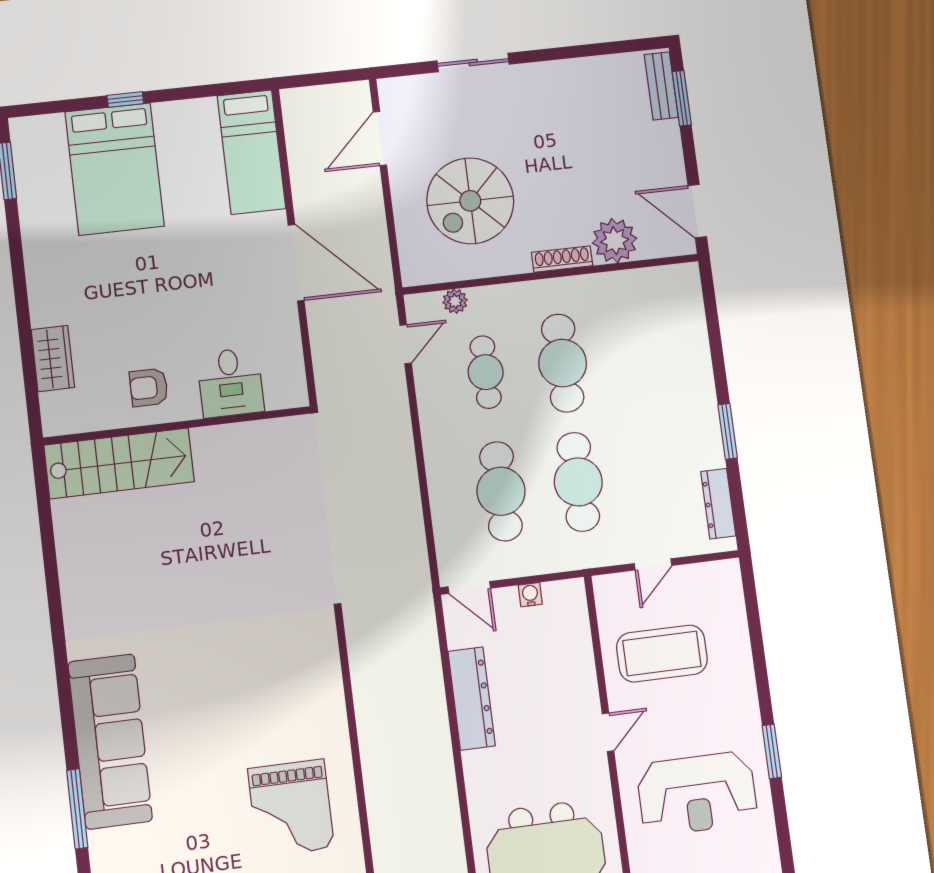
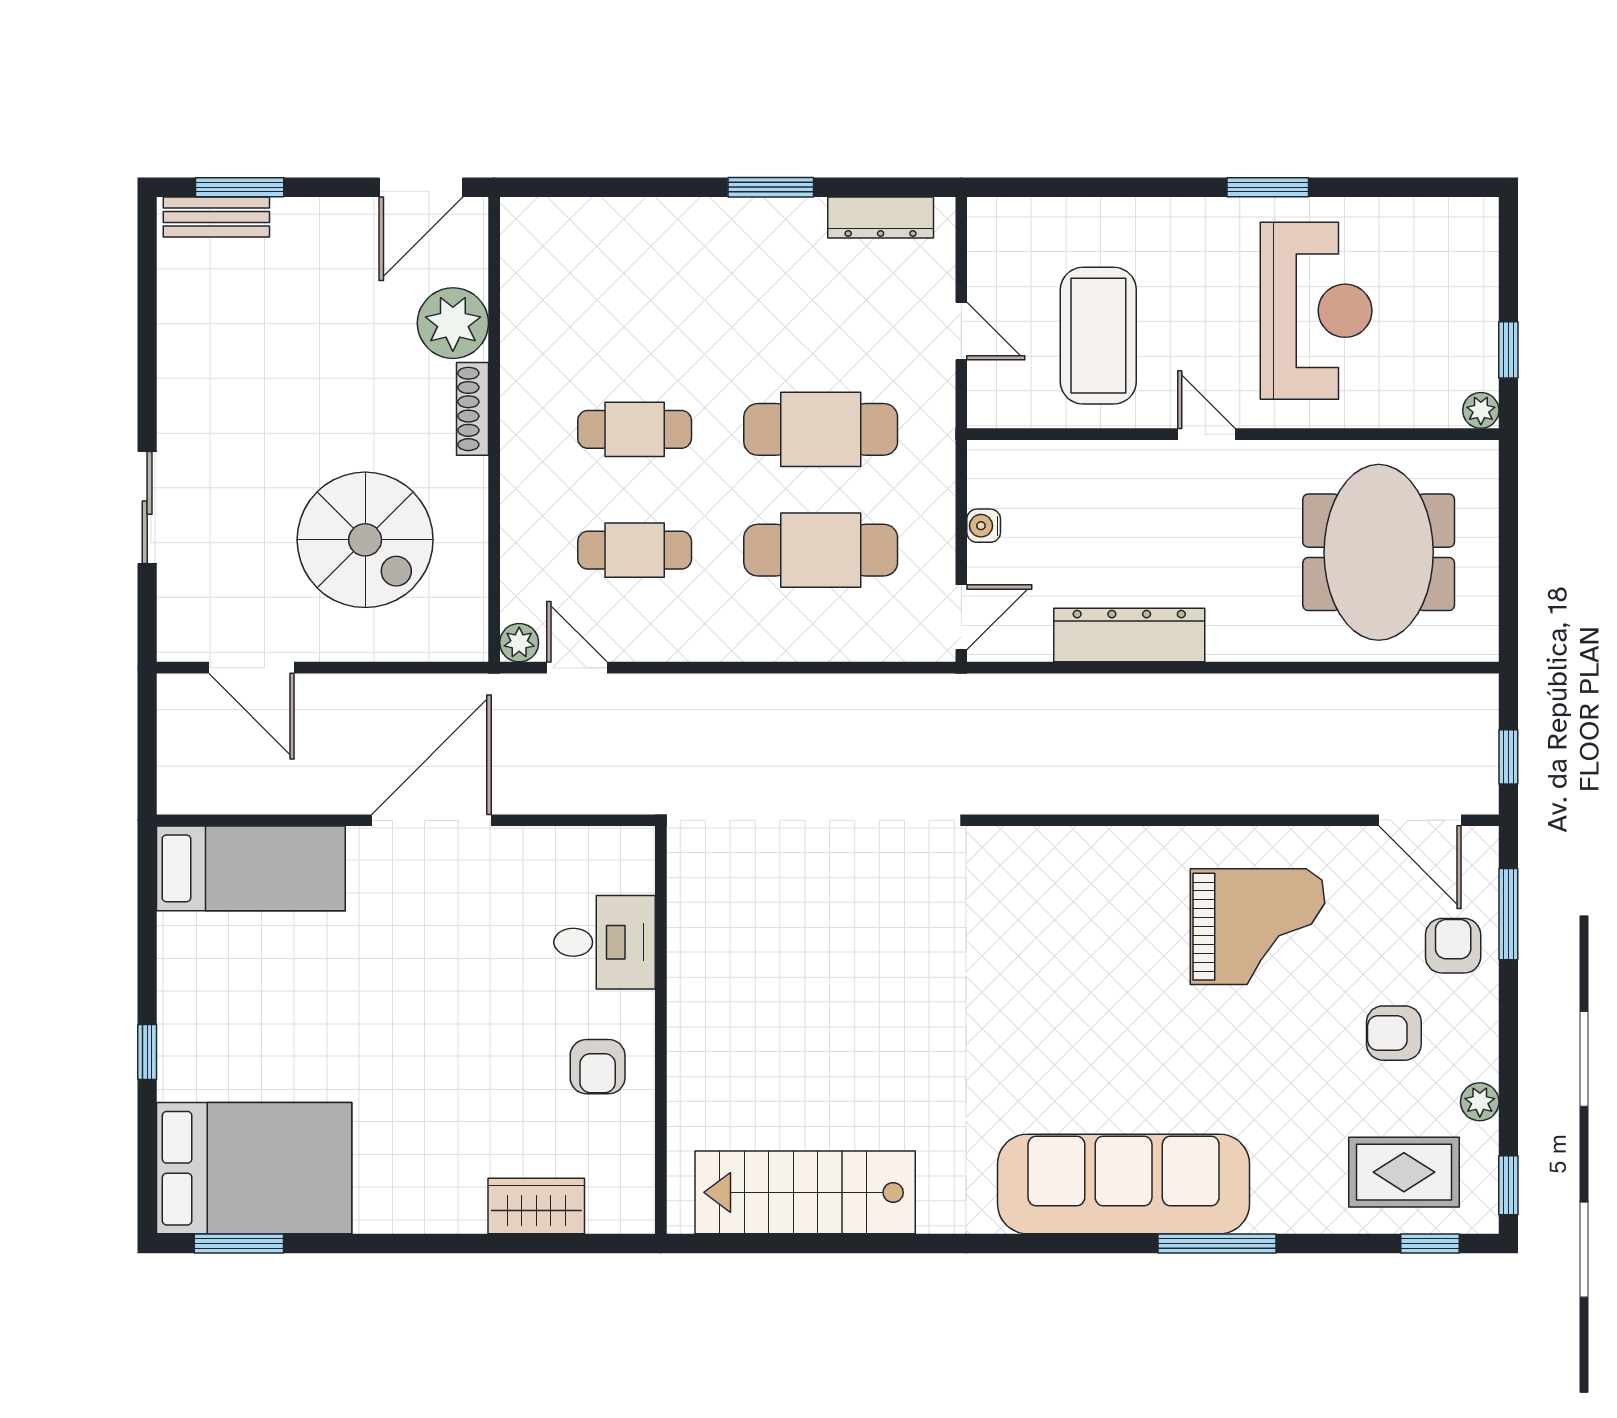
bed: (115, 169) -> (254, 1168), moved
plant: (455, 301) -> (519, 643), moved
cafe table: (563, 363) -> (635, 429), width x0.73, depth x0.74
stairs: (119, 463) -> (805, 1192), moved, turned -90

